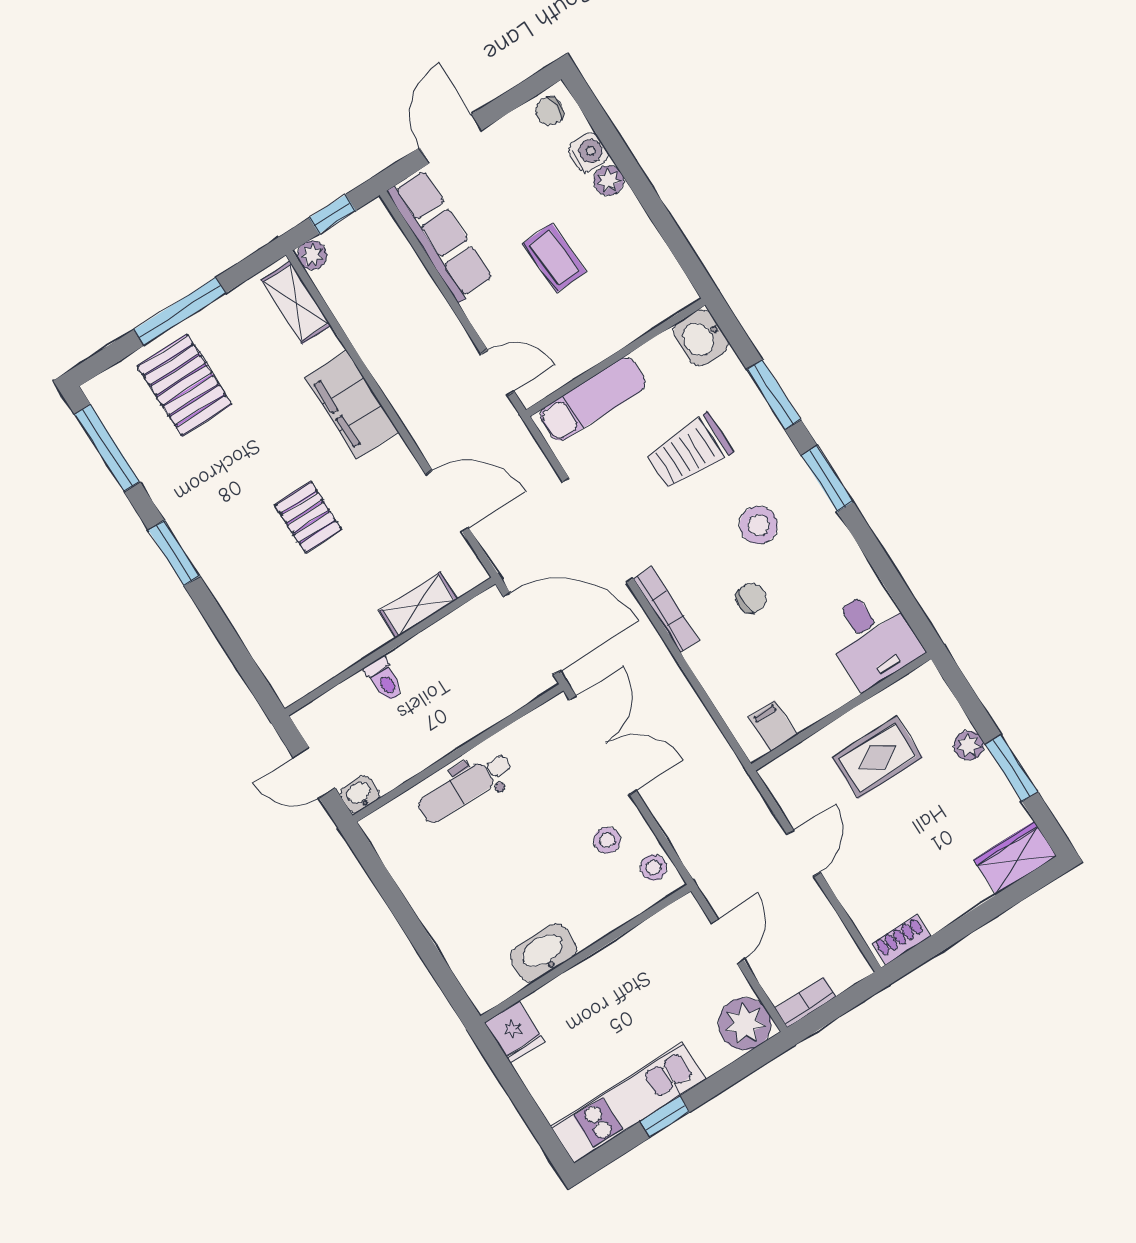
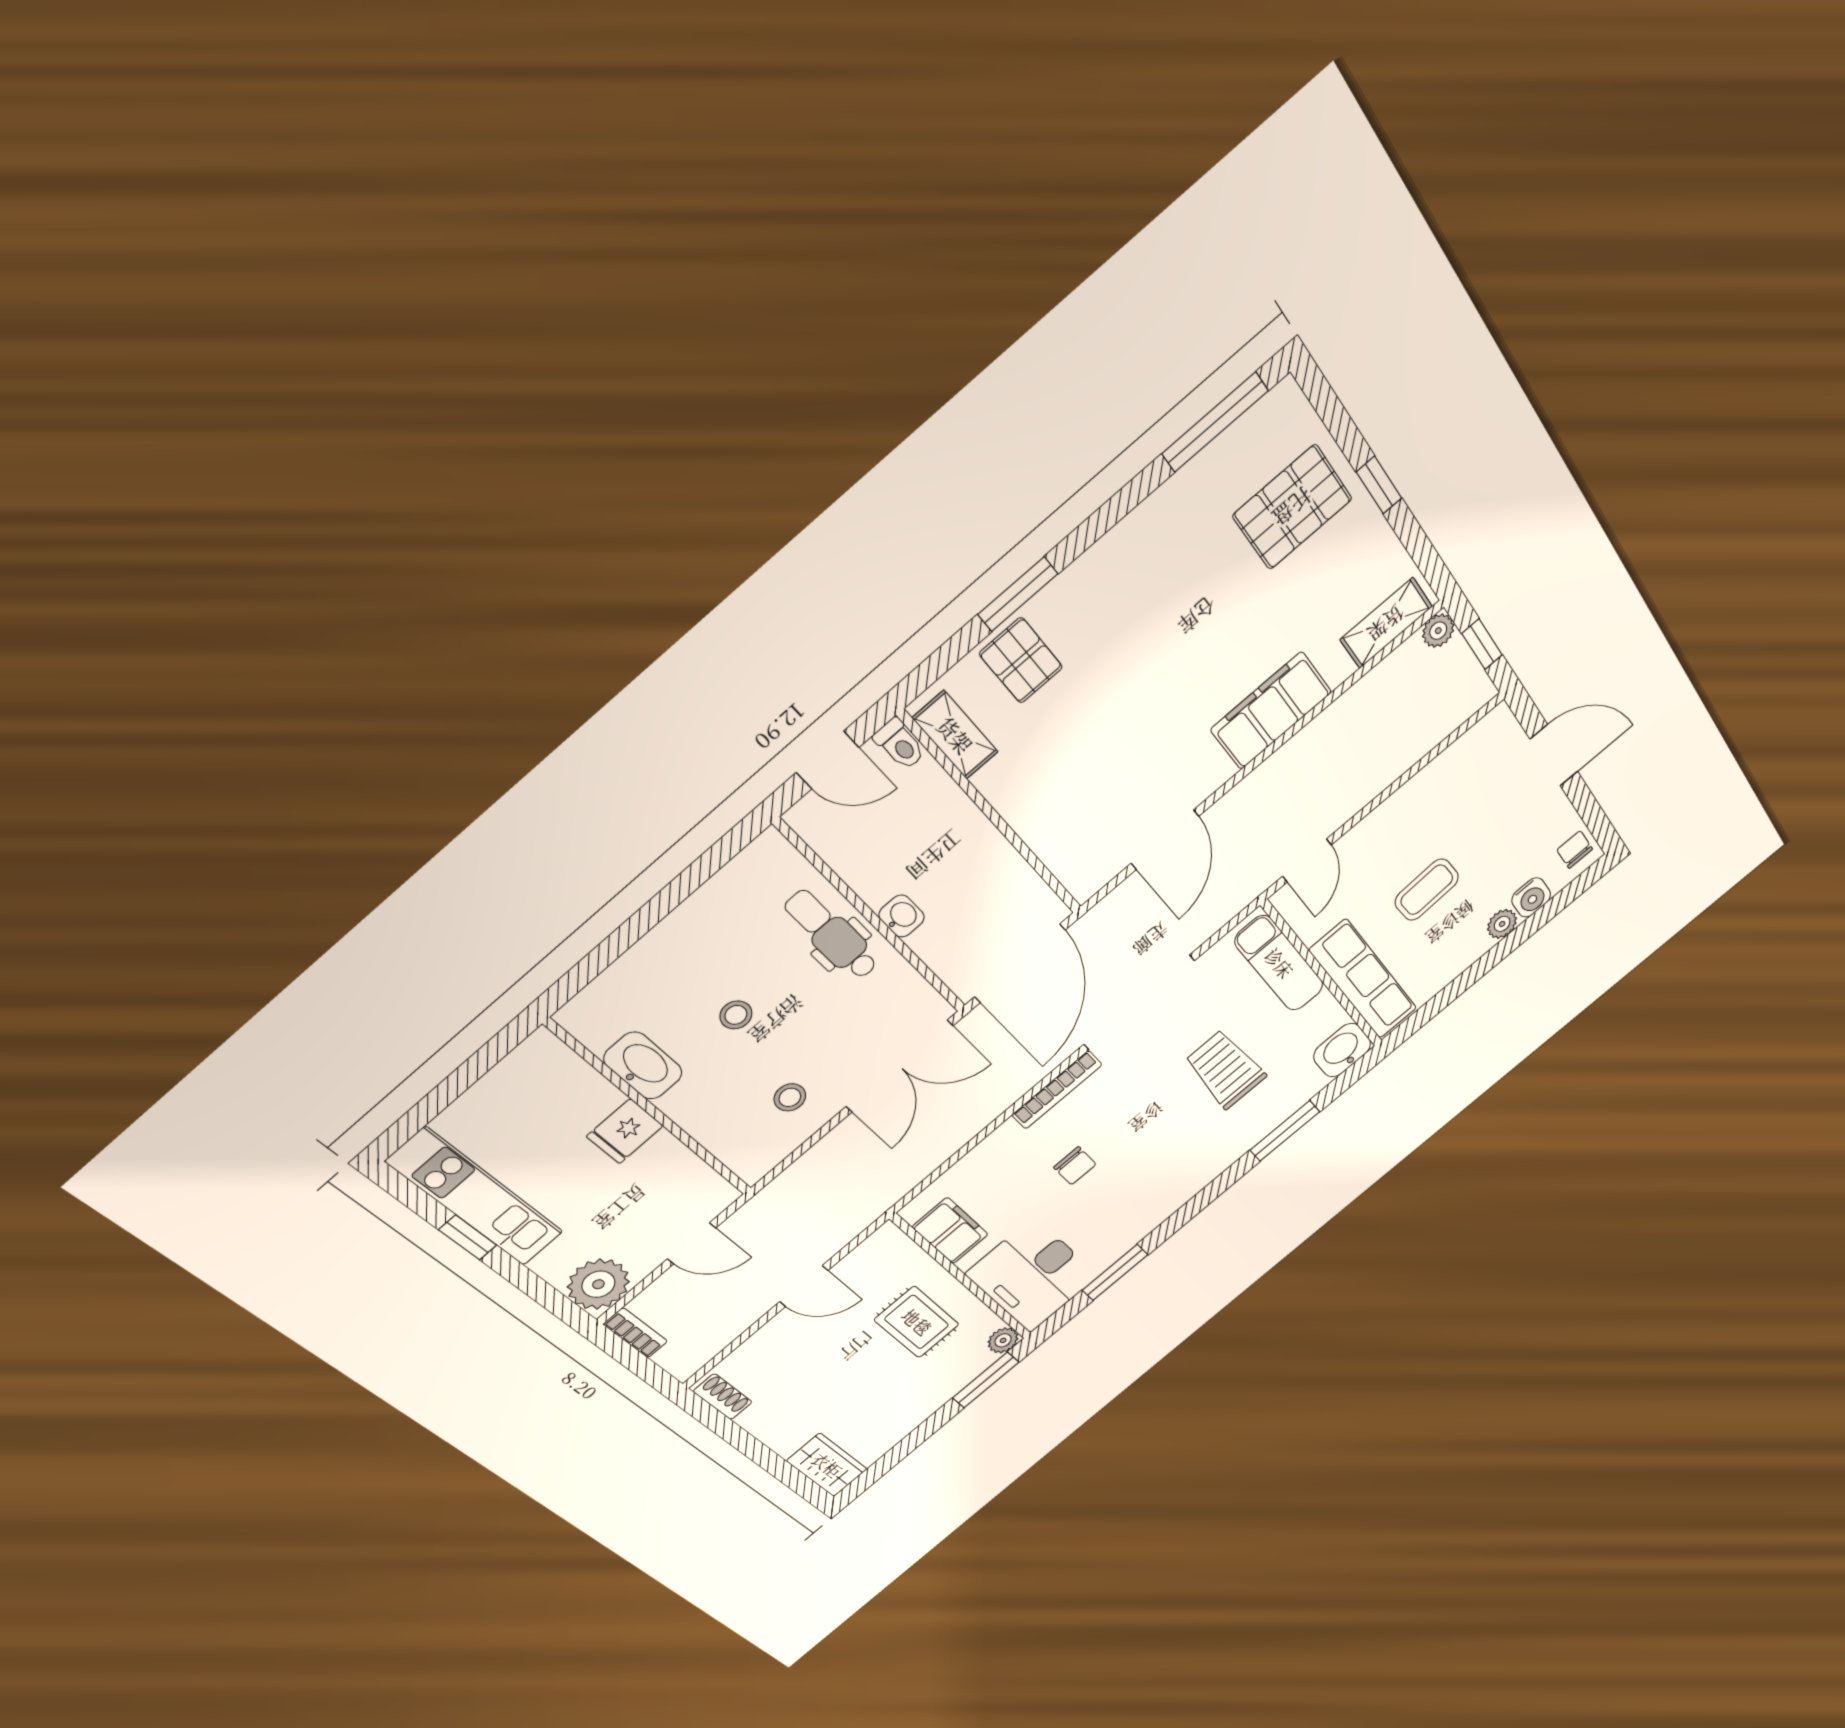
row of seats: (440, 236) -> (1363, 979), moved, turned -90
window: (180, 311) -> (1379, 485), width x0.46
window: (827, 479) -> (1115, 1272), moved
pallet: (308, 517) -> (1021, 660), moved, turned 90
stool: (759, 525) -> (1152, 1152), removed
window: (174, 553) -> (1018, 594), moved
shelving: (418, 605) -> (955, 735), moved
desk: (872, 638) -> (1032, 1275), width x1.37
toilet: (384, 680) -> (900, 744), moved, turned -90
filing cabinet: (773, 726) -> (950, 1231), width x2.00
plant: (969, 746) -> (1003, 1340), moved
window: (1012, 768) -> (986, 1380), moved
door: (314, 773) -> (828, 760), swing flipped
washbasin: (360, 794) -> (902, 916), moved
stool: (653, 868) -> (736, 1015), moved
fridge: (514, 1032) -> (625, 1131), moved

